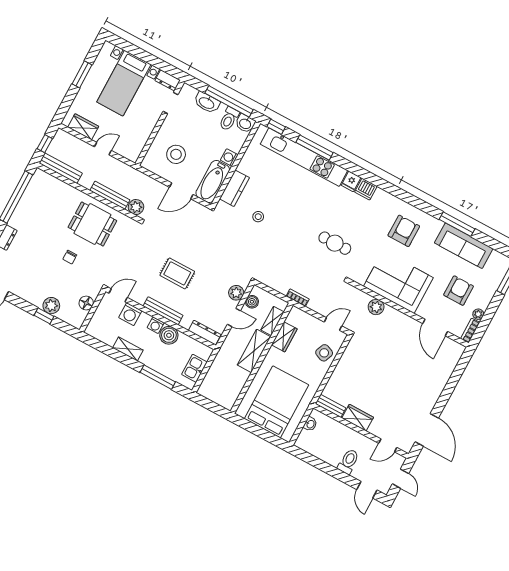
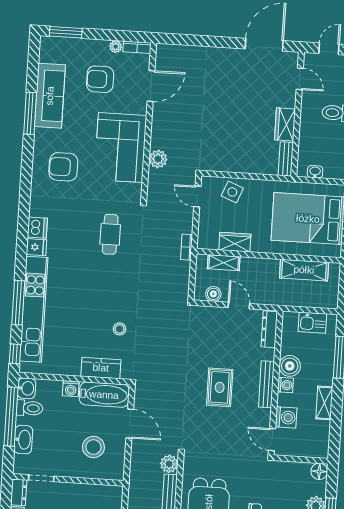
plant: (236, 293) -> (211, 315), removed
floor lamp: (86, 303) -> (319, 471), moved
shelving: (254, 351) -> (304, 270), moved

